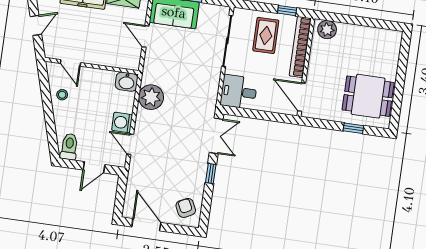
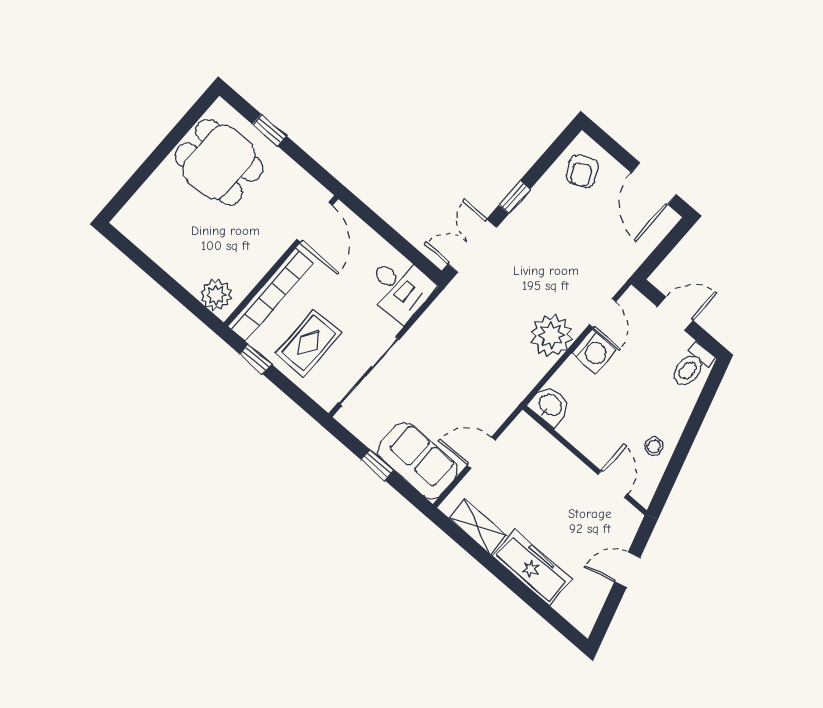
door: (145, 36) -> (481, 453), swing flipped
plant: (151, 97) -> (551, 336), moved

